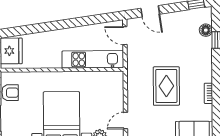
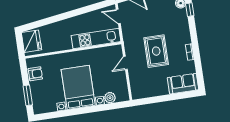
door: (126, 121) -> (125, 63), moved

